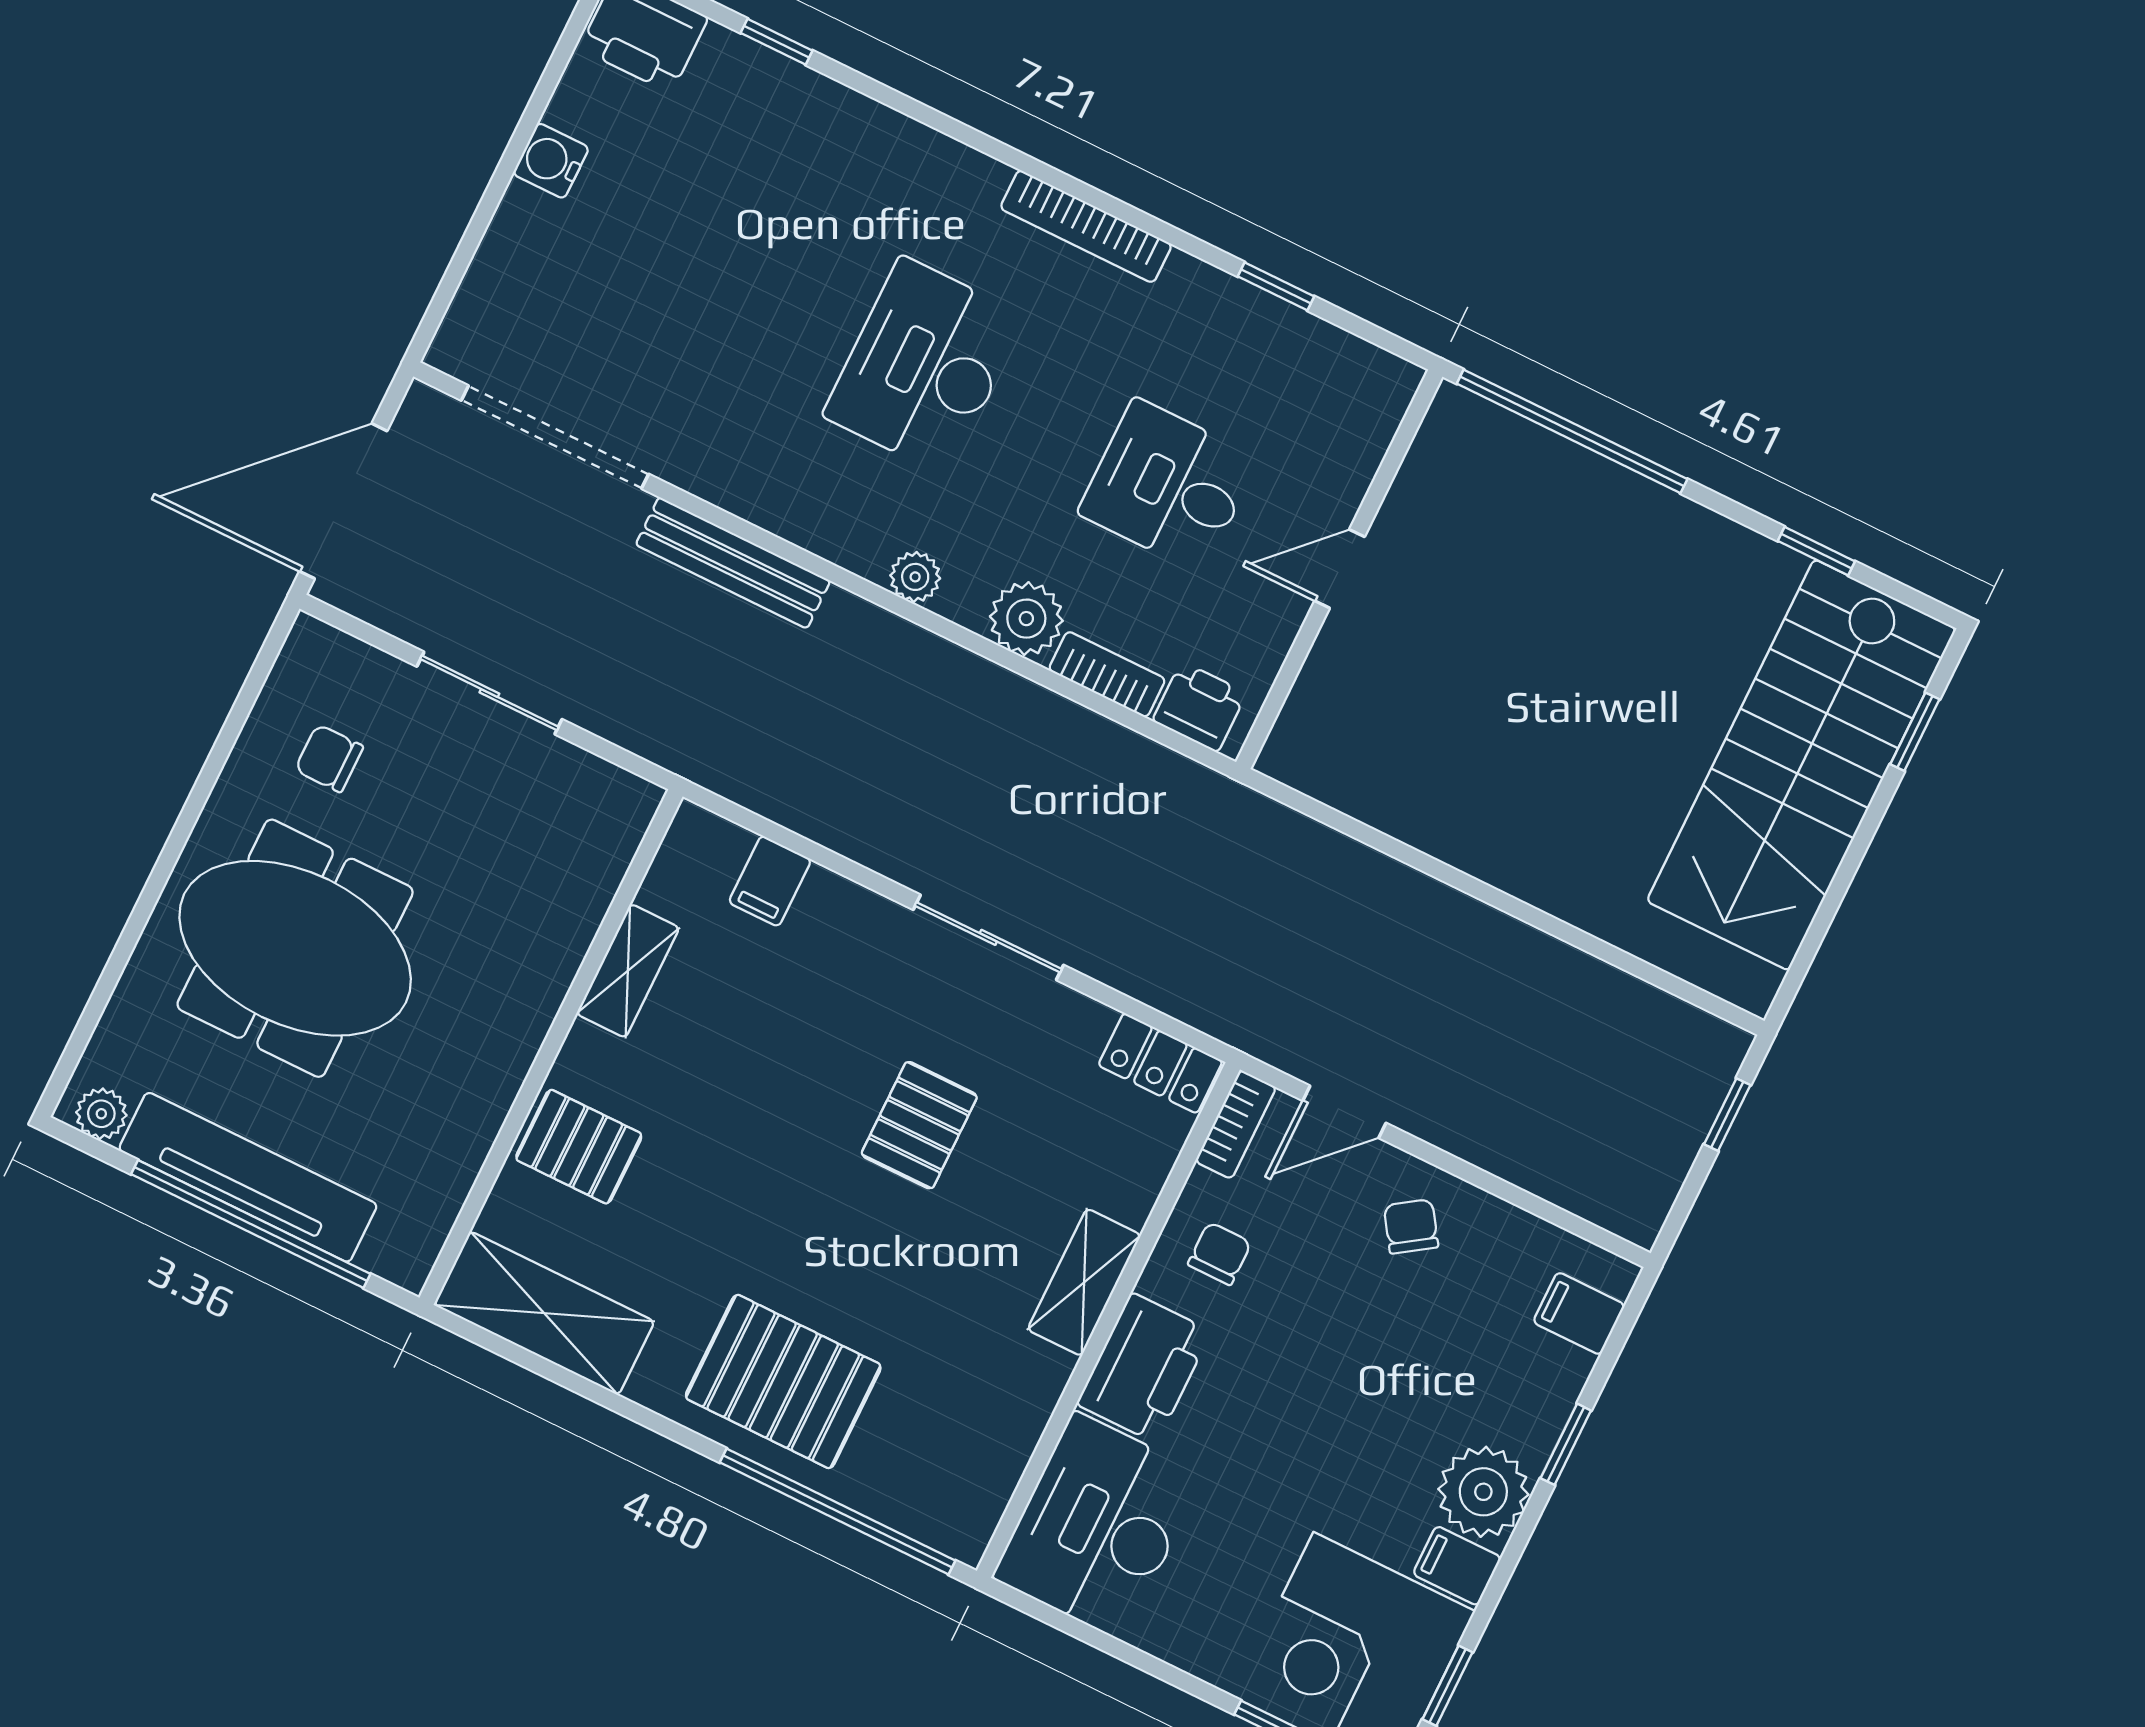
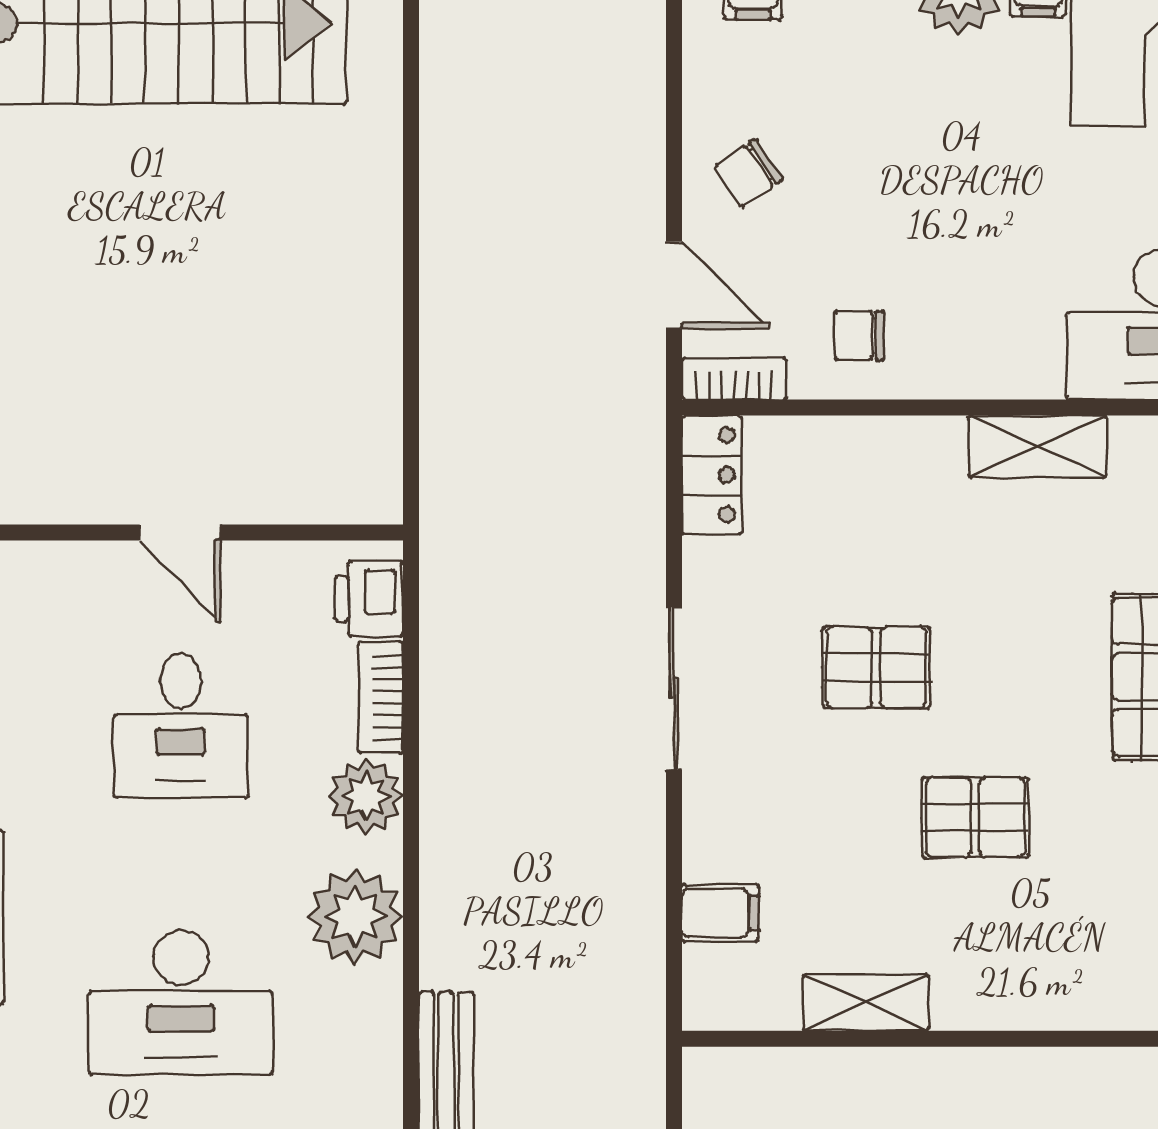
plant: (915, 577) -> (355, 916), width x1.88, depth x1.88
pallet: (579, 1147) -> (975, 817), moved, turned 90
shelving: (1084, 1282) -> (1037, 446), moved
printer: (1144, 1368) -> (997, 354), removed

